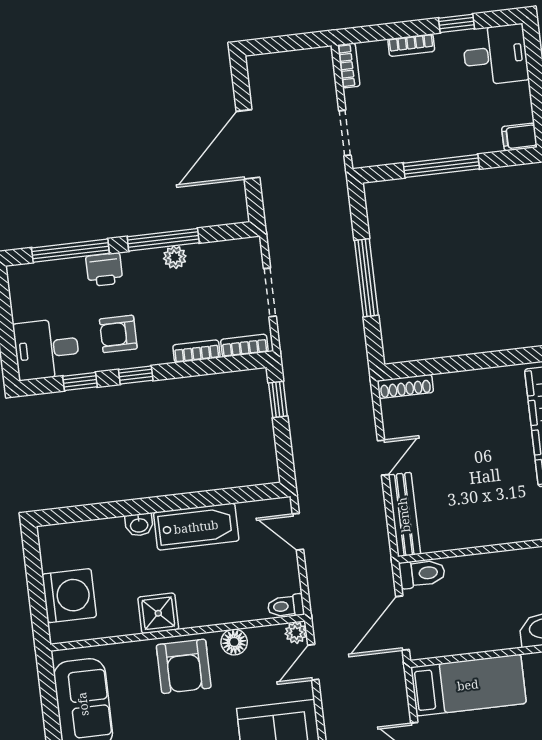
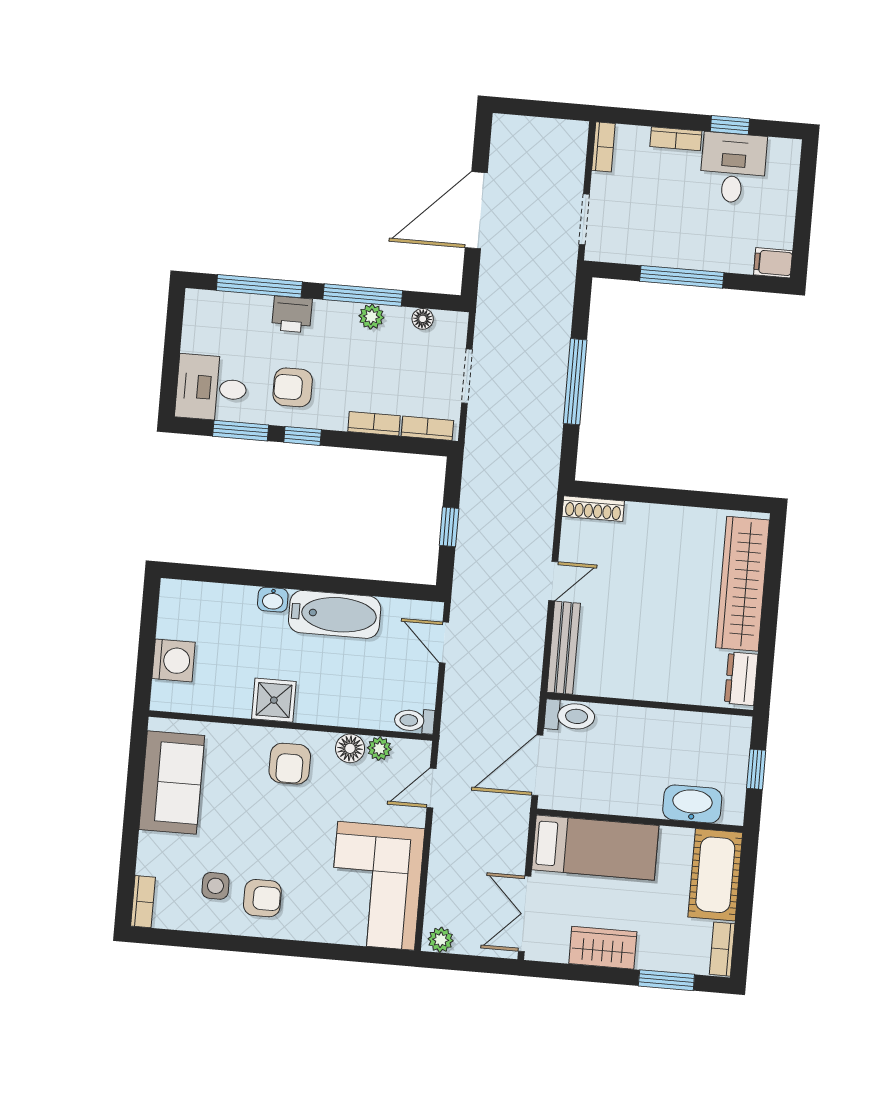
desk: (495, 55) -> (733, 168), moved, turned -90
floor lamp: (220, 250) -> (423, 319), added
window: (80, 381) -> (241, 431), width x1.50
window: (278, 399) -> (449, 527), moved
washing machine: (69, 596) -> (174, 660), width x0.73, depth x0.73
plant: (296, 633) -> (379, 749), moved
armchair: (184, 666) -> (290, 764), width x0.72, depth x0.72

